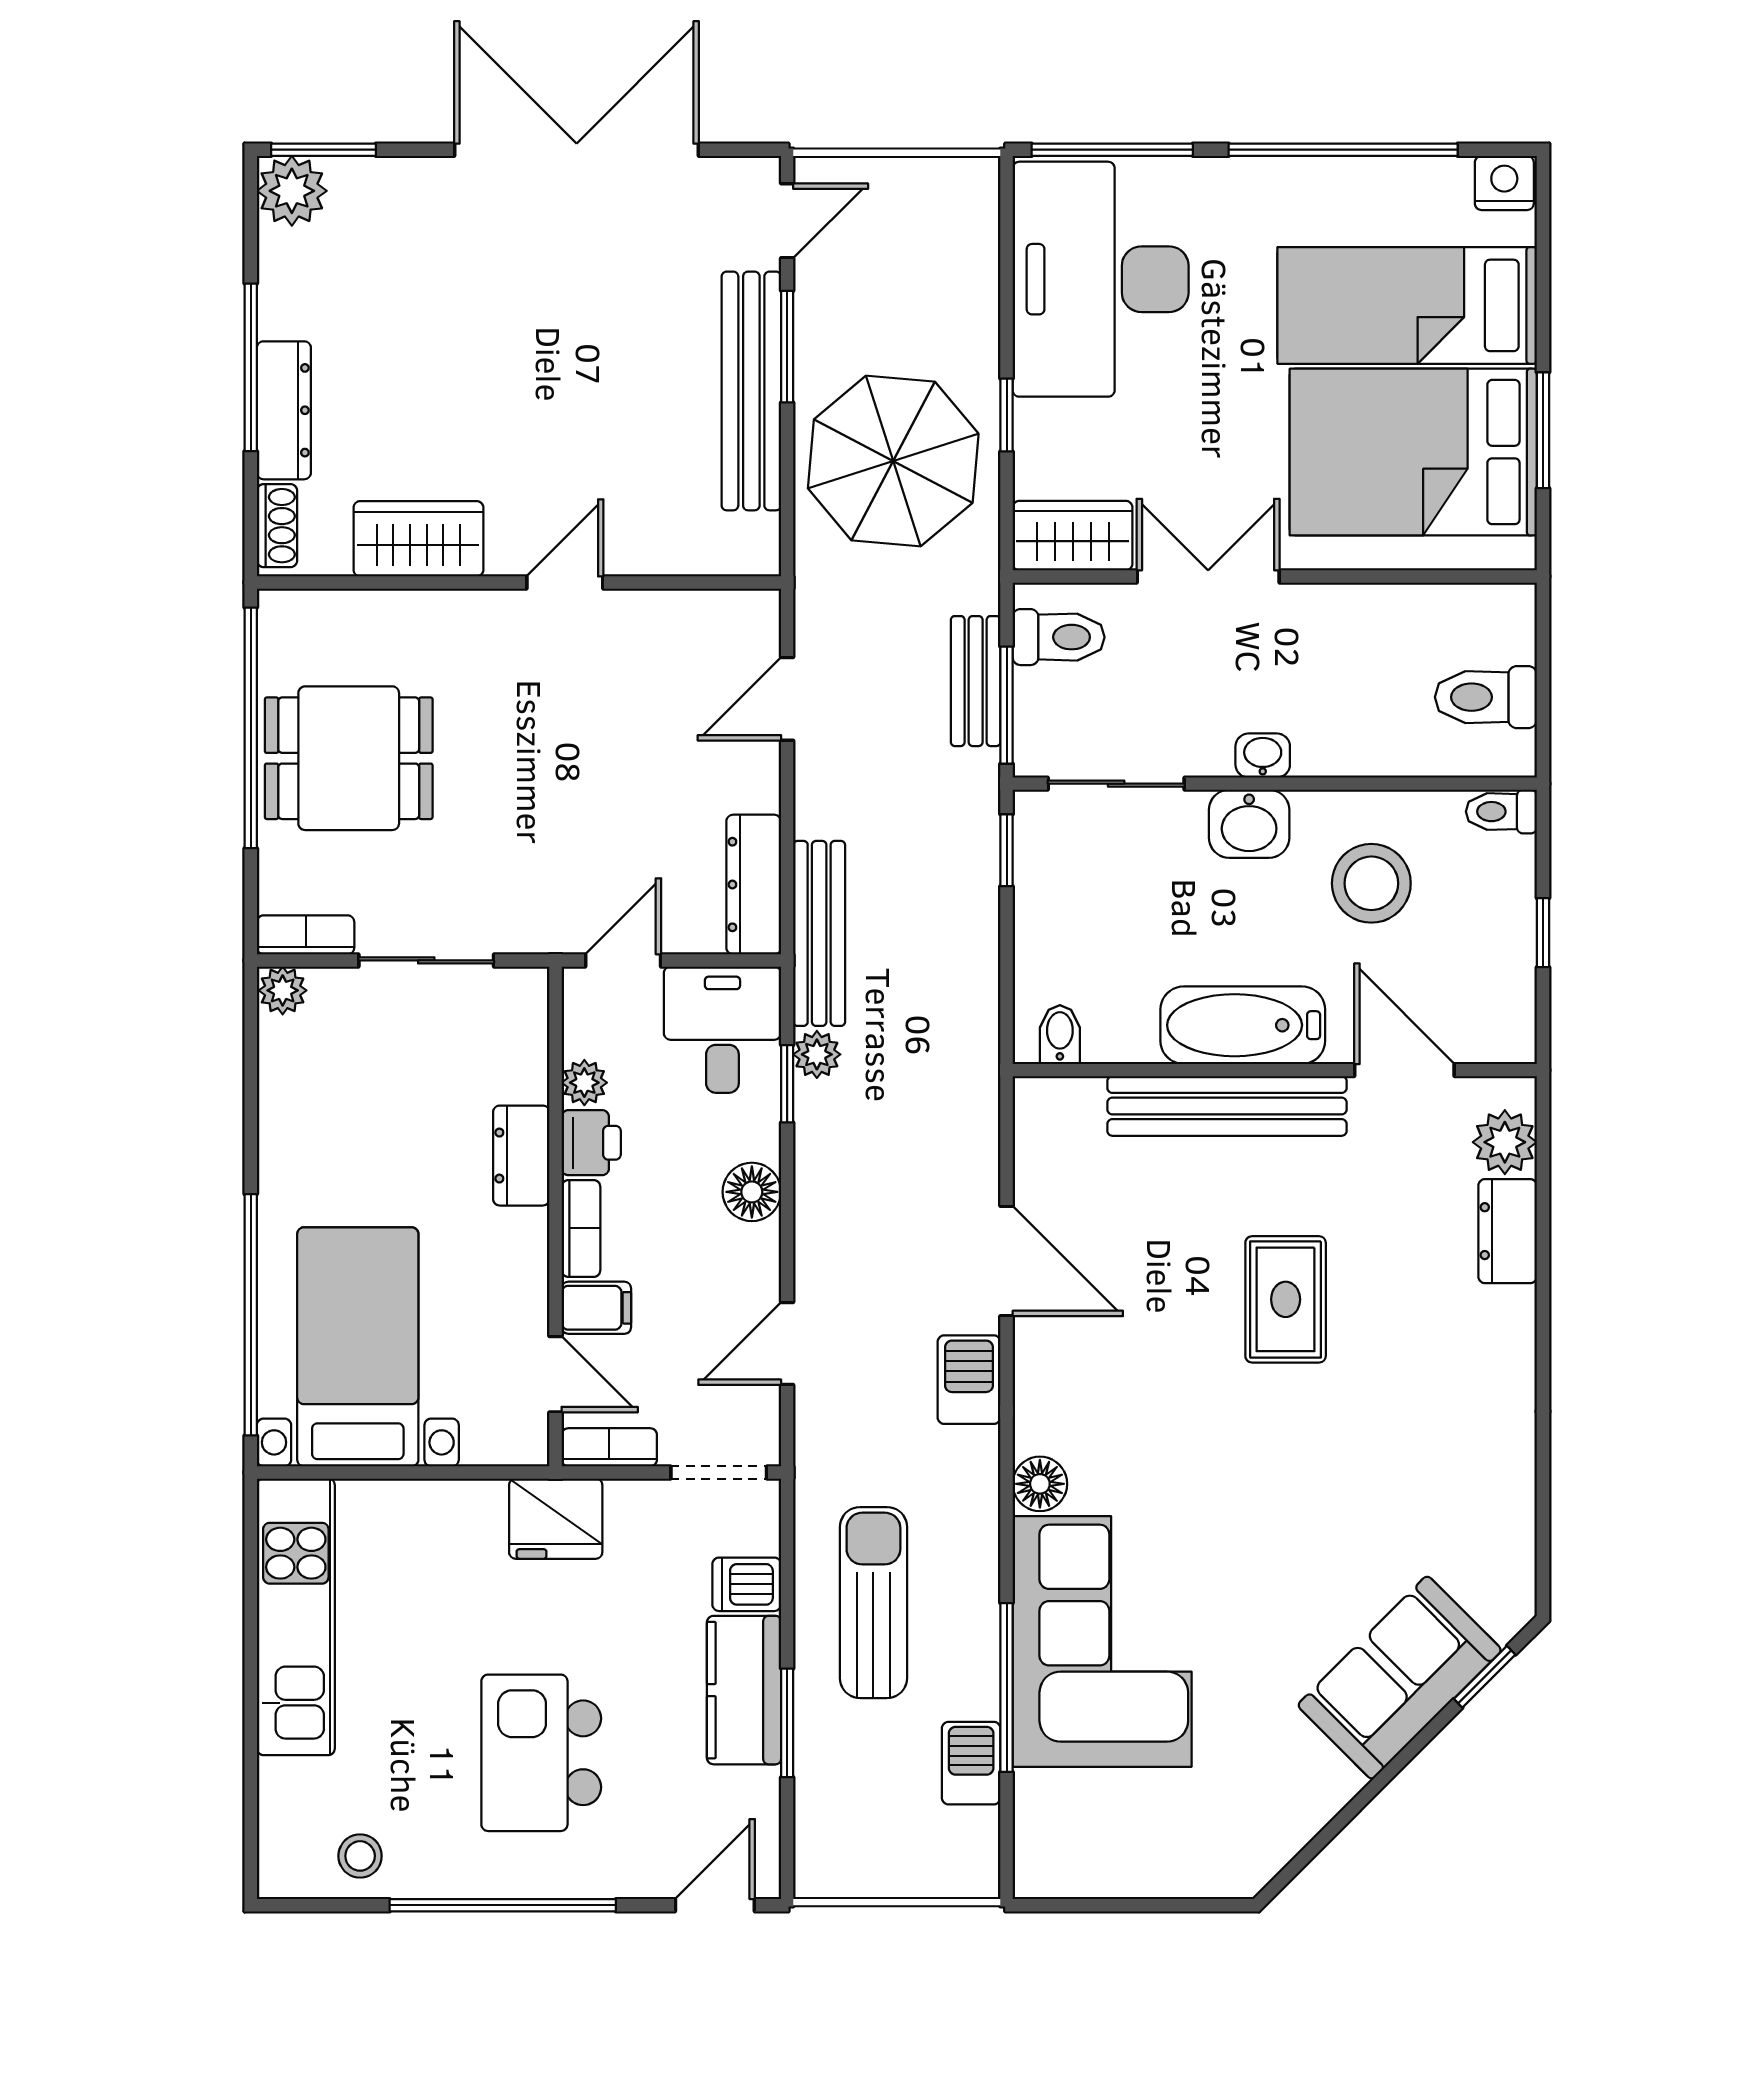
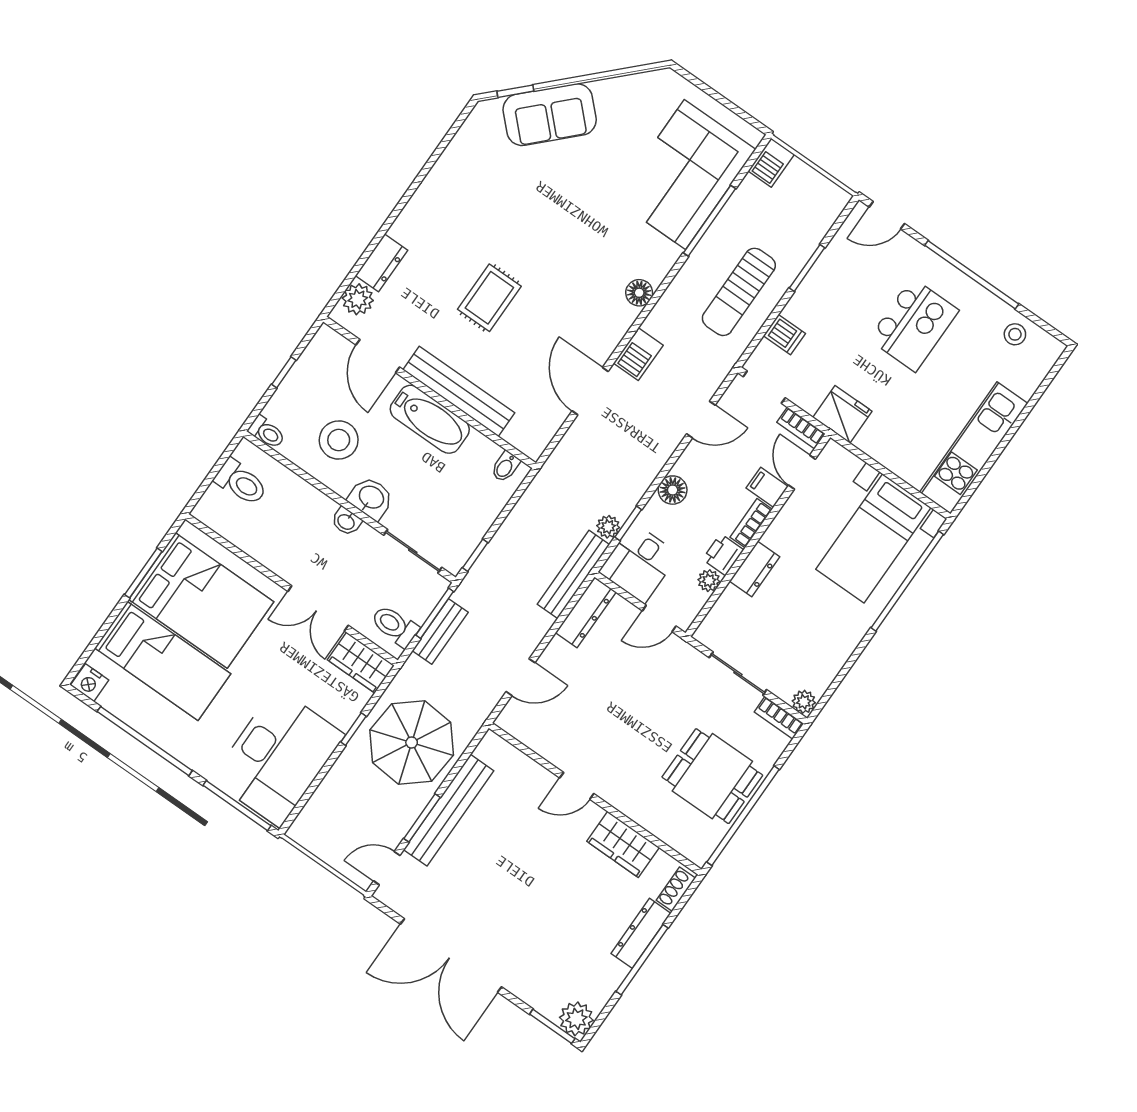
corner sofa: (1102, 1641) -> (685, 174), moved
kitchen counter: (744, 1690) -> (815, 293), removed
barbecue: (971, 1763) -> (771, 163), moved

